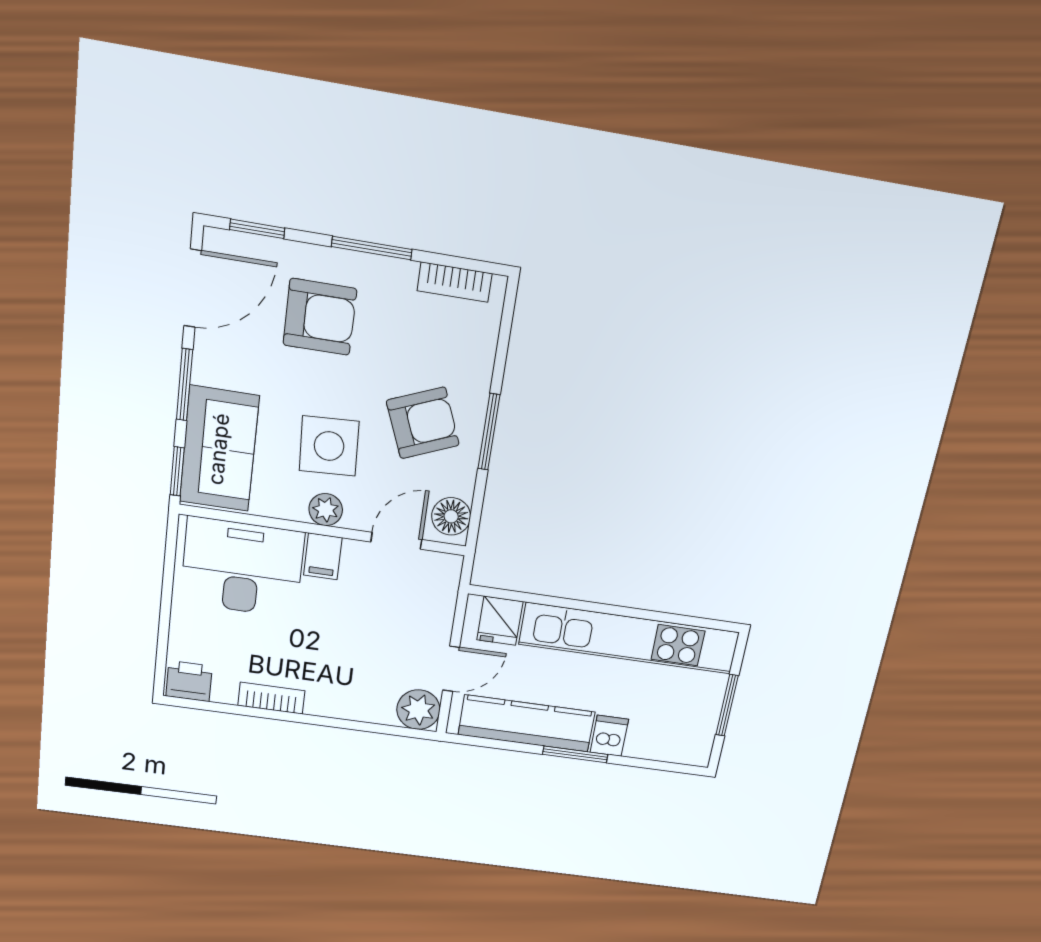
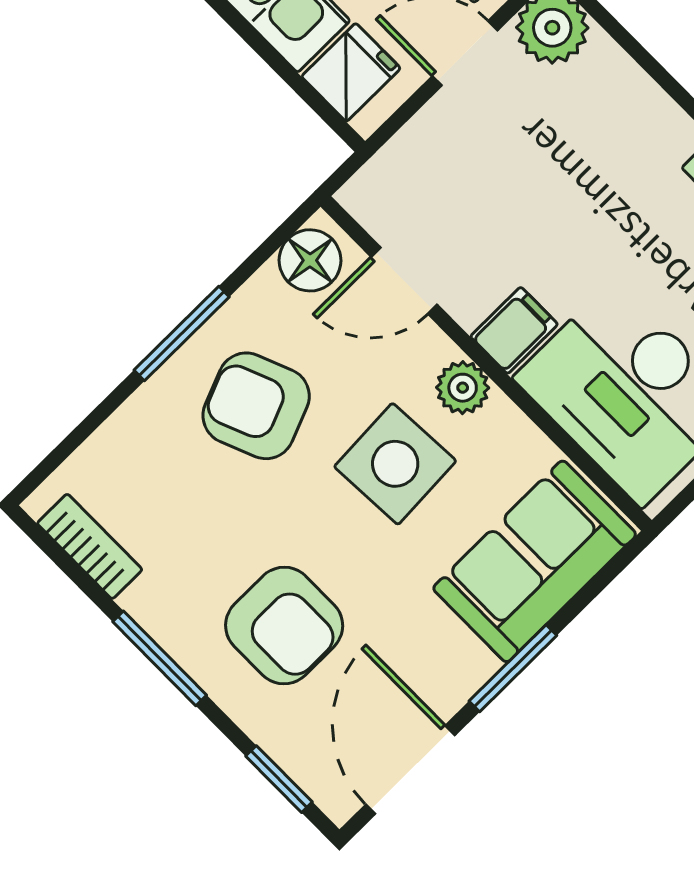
door: (193, 288) -> (410, 770), hinge flipped
armchair: (320, 317) -> (284, 626), turned 180
window: (177, 471) -> (609, 573), removed

